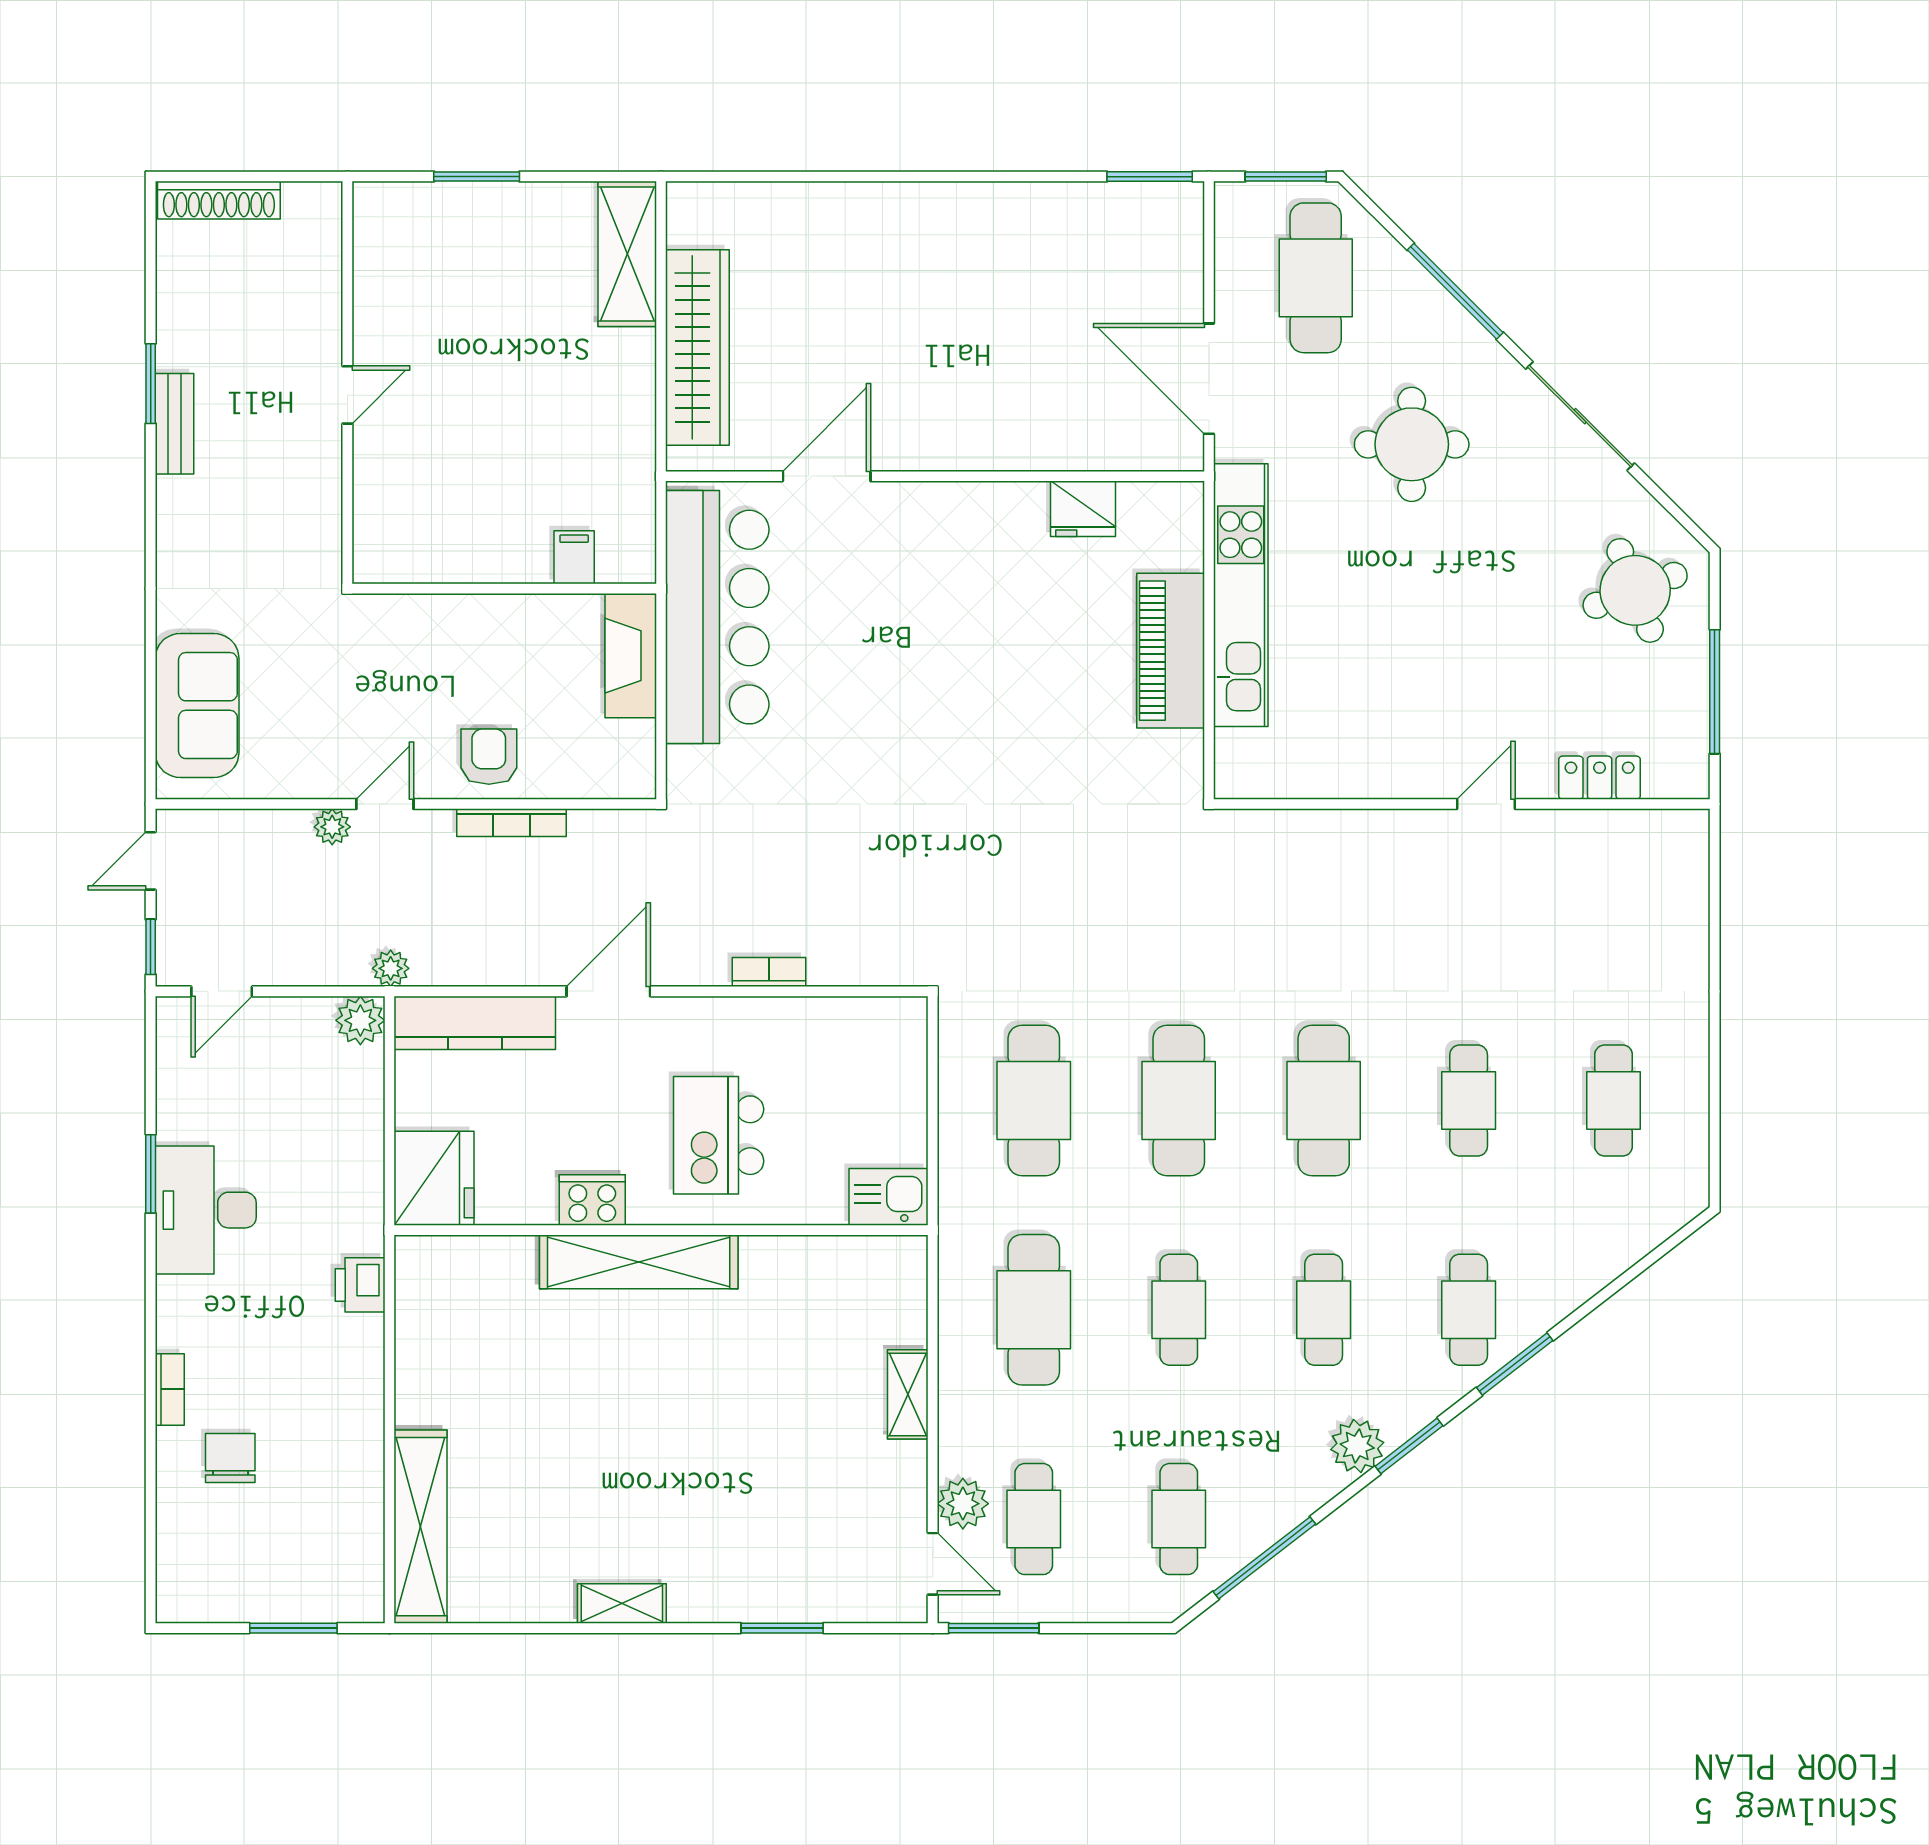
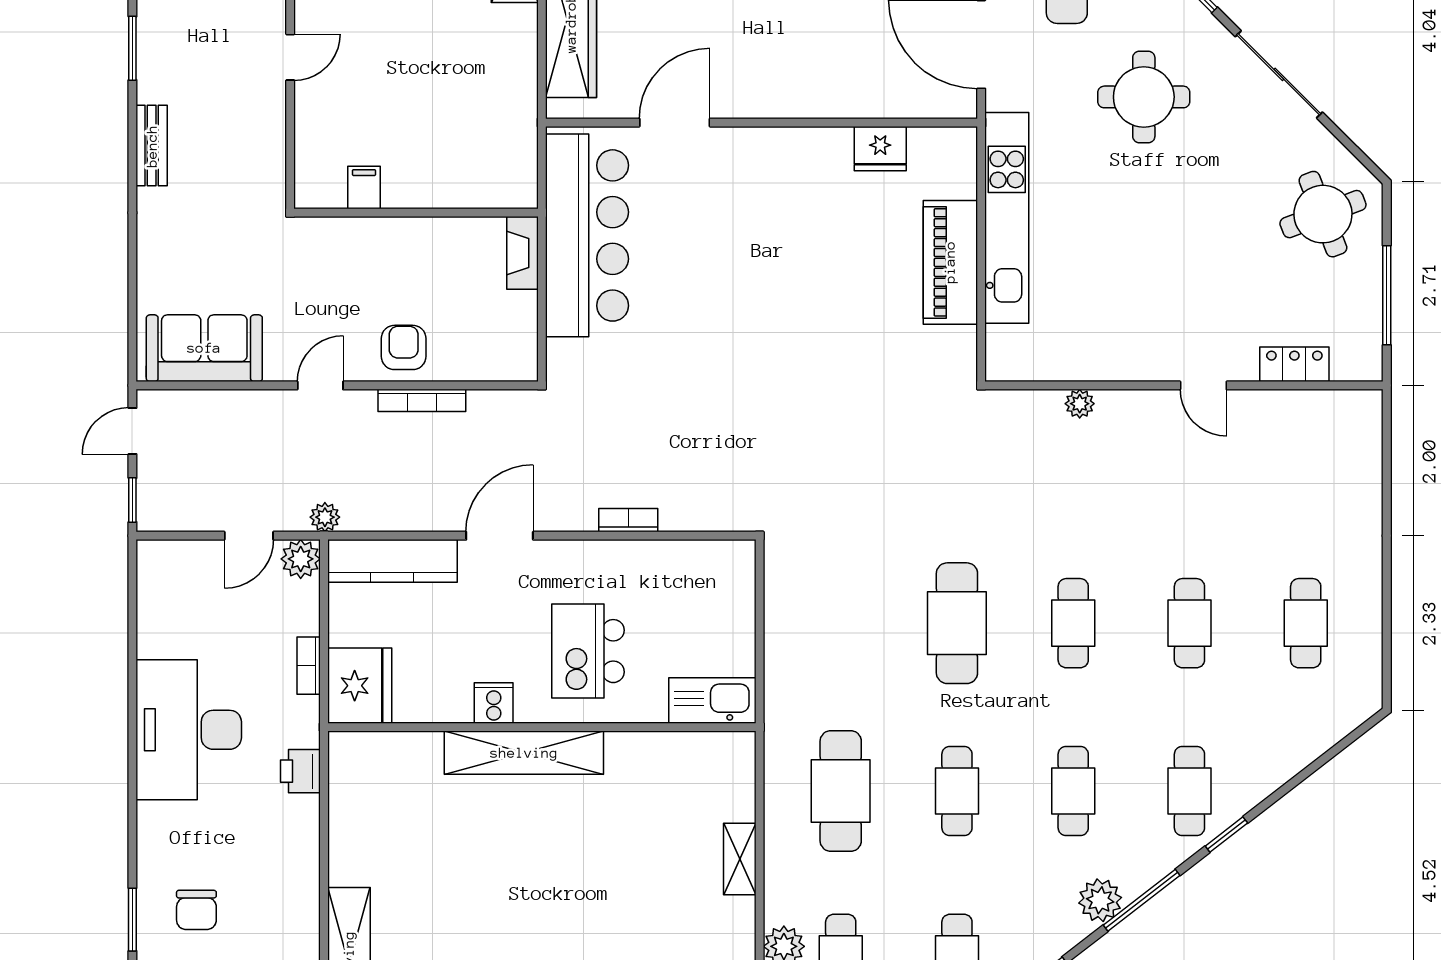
bench: (175, 424) -> (152, 146), moved
filing cabinet: (574, 557) -> (364, 188), moved
fireplace: (631, 656) -> (522, 253), width x0.73, depth x0.76
sofa: (197, 706) -> (204, 348), moved, turned -90
door: (1486, 804) -> (1203, 385), swing flipped
plant: (332, 827) -> (1080, 404), moved
door: (222, 991) -> (249, 536), moved
cafe table: (1034, 1100) -> (841, 623), removed
cafe table: (1324, 1100) -> (1073, 623), width x0.73, depth x0.74
window: (151, 1174) -> (132, 920), moved
kitchen sink: (889, 1197) -> (712, 700), width x1.38
cooker: (592, 1200) -> (494, 703), width x0.73
desk: (206, 1210) -> (189, 730), width x1.36, depth x1.30
window: (1515, 1364) -> (1226, 835), width x0.67
bookcase: (170, 1389) -> (309, 666), moved, turned 180
window: (1409, 1446) -> (1142, 900), width x1.44
chair: (230, 1458) -> (196, 910), turned 180

